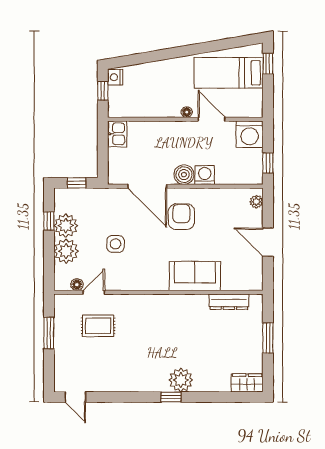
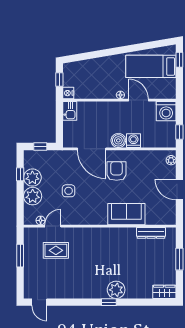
nightstand: (115, 77) -> (68, 93), moved

